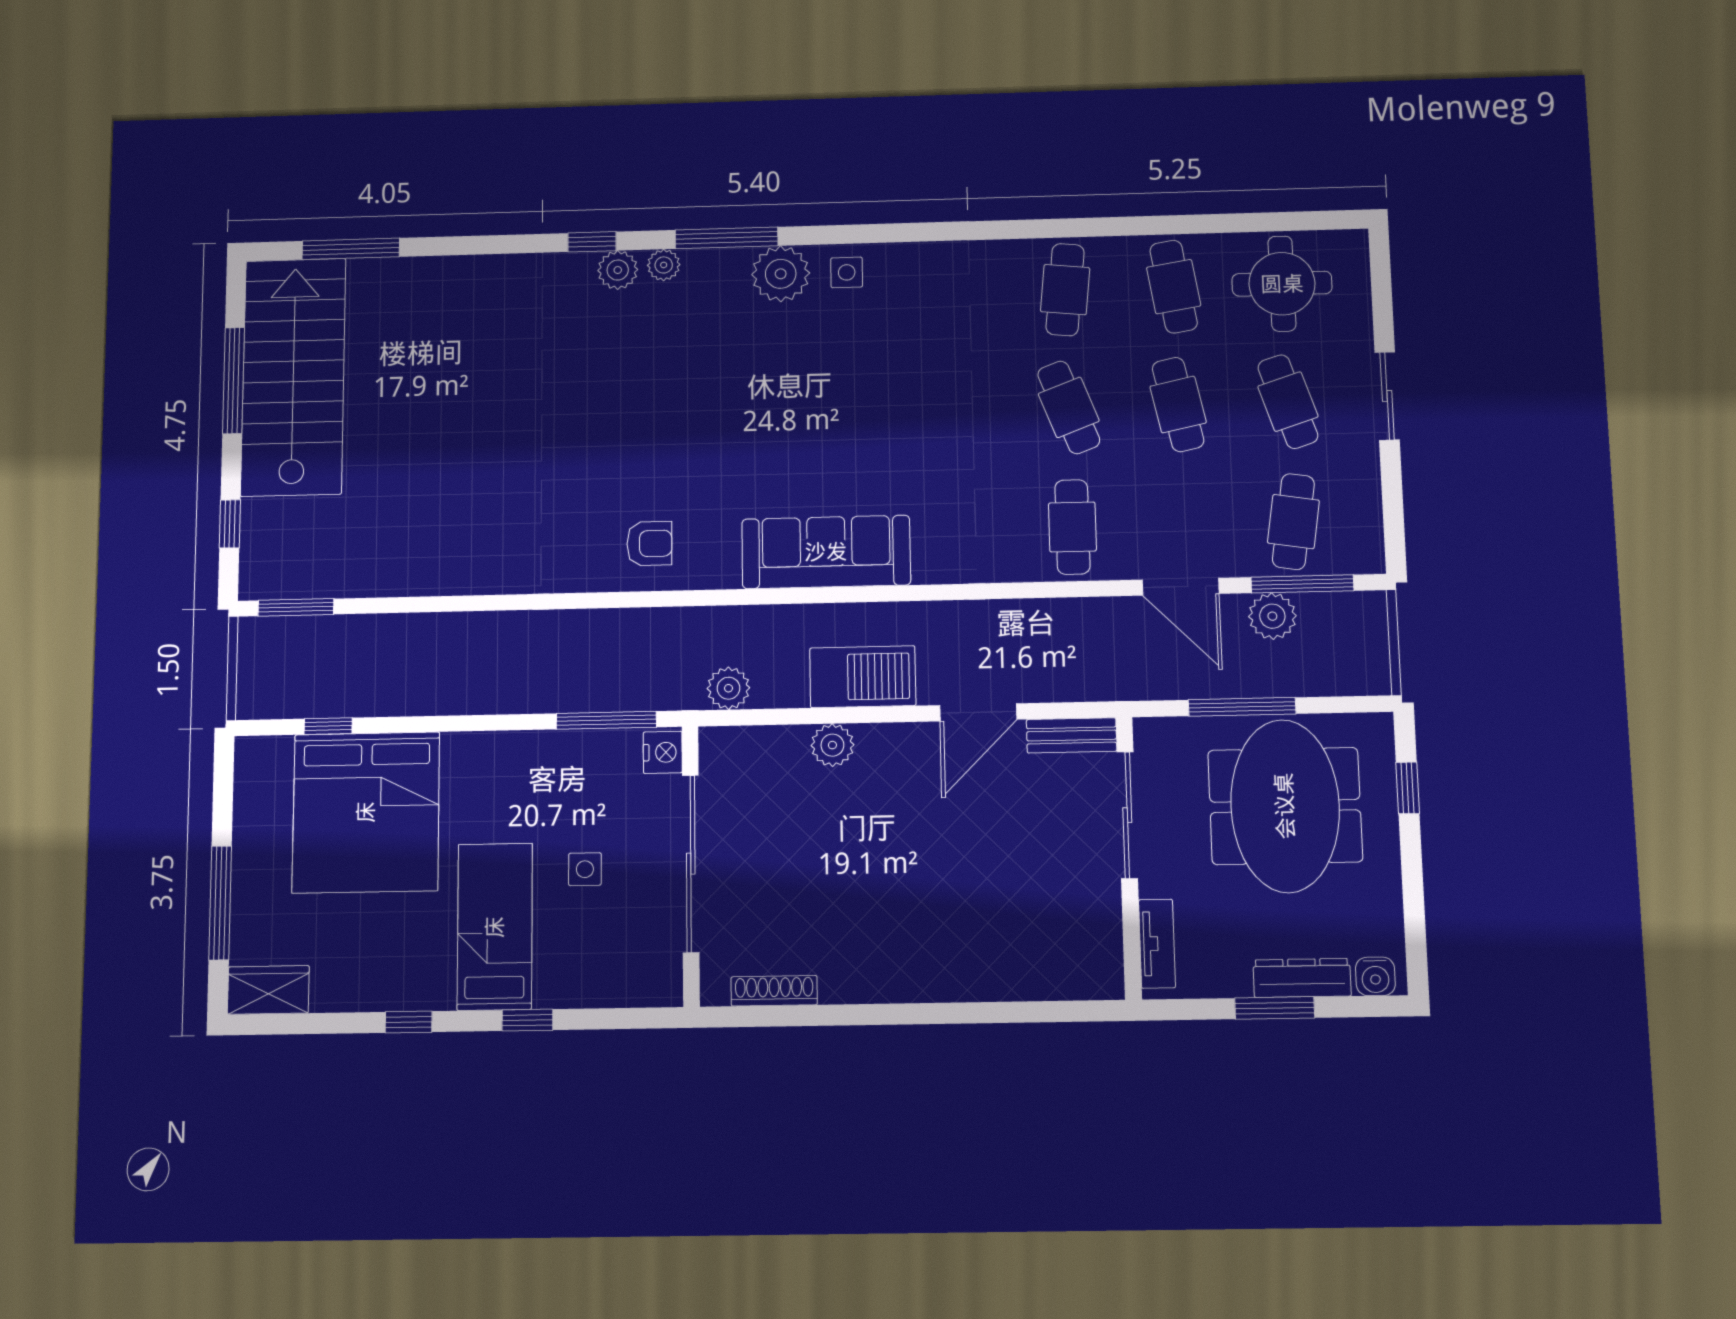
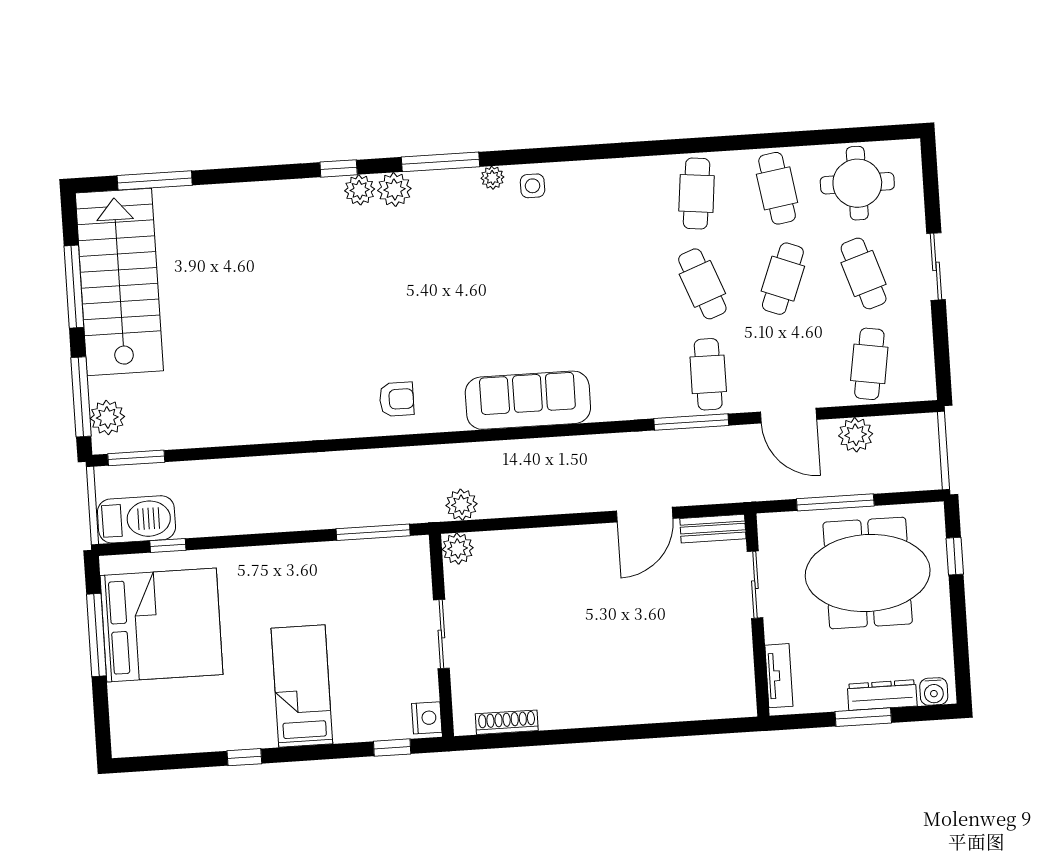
plant: (664, 265) -> (394, 189), width x1.38, depth x1.38
plant: (781, 274) -> (492, 178), width x0.53, depth x0.53
cafe table: (1178, 404) -> (783, 279), turned 33
window: (230, 524) -> (81, 397), width x2.17
plant: (262, 552) -> (107, 417), added
window: (1302, 584) -> (691, 422), moved
barbecue: (863, 677) -> (136, 519), moved
plant: (832, 745) -> (458, 549), moved
nightstand: (663, 752) -> (427, 718), moved
meeting table: (1285, 806) -> (868, 573), turned 90
bed: (366, 812) -> (161, 625), moved, turned -90
sliding door: (1127, 815) -> (755, 585), width x0.73
sliding door: (691, 864) -> (441, 634), width x0.54
side table: (585, 869) -> (365, 642), removed
window: (220, 903) -> (96, 635), moved
wardrobe: (268, 990) -> (140, 739), removed
window: (527, 1020) -> (392, 748), moved

